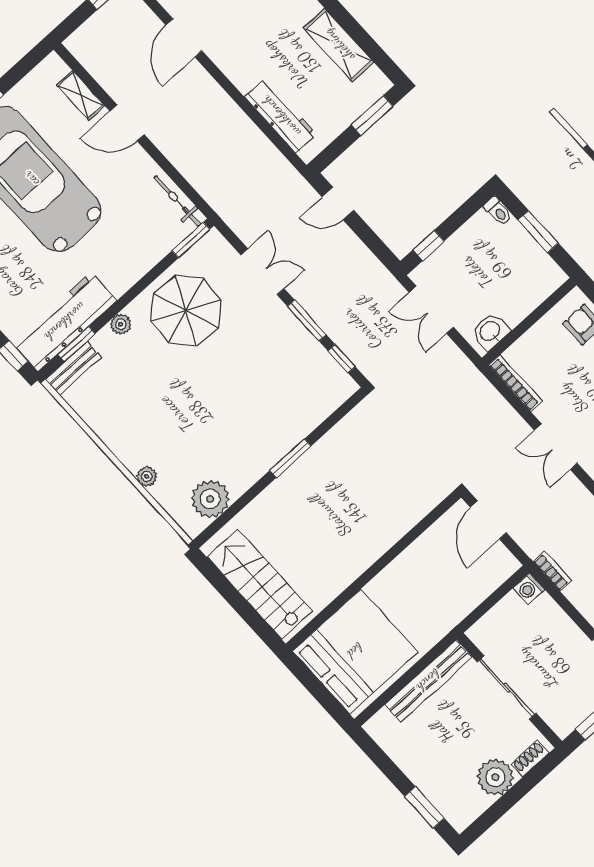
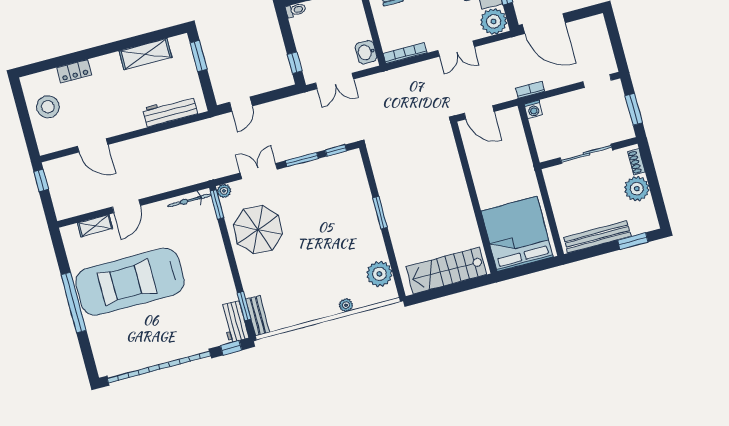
workbench: (65, 322) -> (234, 322), width x0.53, depth x0.76
plant: (121, 324) -> (224, 191), moved
bench: (428, 681) -> (597, 237), moved, turned 90

